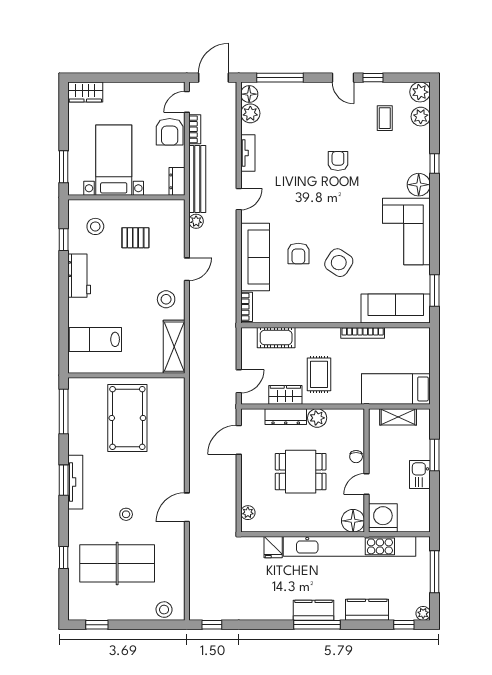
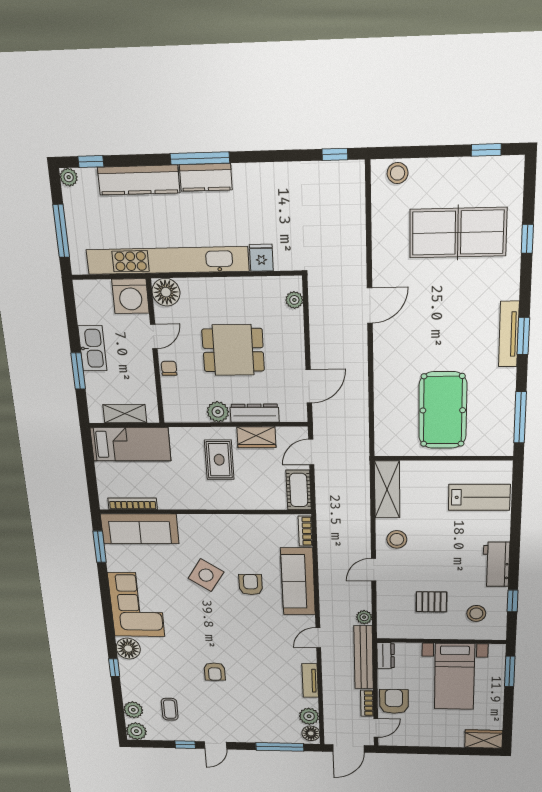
door: (343, 78) -> (215, 745), swing flipped
bookcase: (363, 333) -> (133, 504), moved
cot: (276, 338) -> (299, 490), moved, turned 90
kitchen sink: (420, 475) -> (92, 348), width x1.38
stool: (126, 514) -> (446, 295), removed
kitchen counter: (367, 610) -> (139, 180), width x1.50

